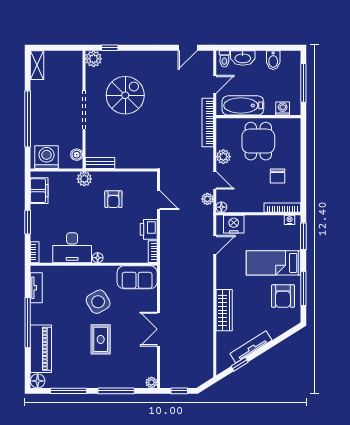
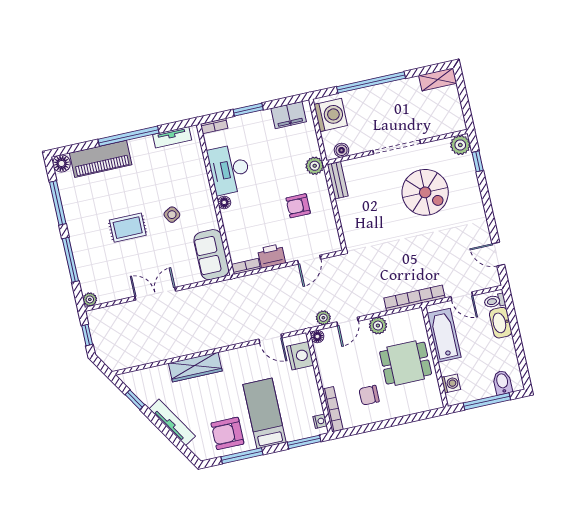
bidet: (273, 60) -> (502, 382), moved, turned 90
side table: (98, 302) -> (172, 215), width x0.54, depth x0.54
tv unit: (251, 347) -> (172, 422), moved

